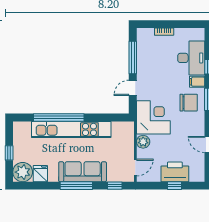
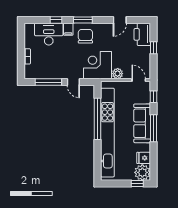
window: (59, 117) -> (98, 119), moved
kitchen unit: (71, 129) -> (107, 133), width x1.36
window: (9, 153) -> (137, 184), moved
printer: (175, 172) -> (142, 34), moved

